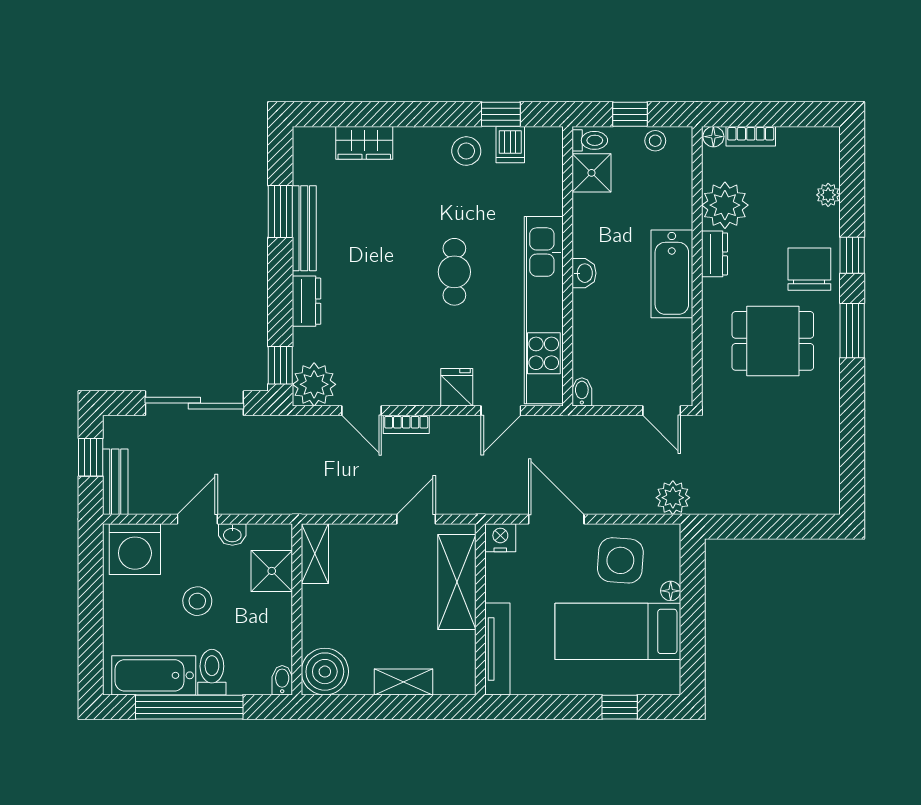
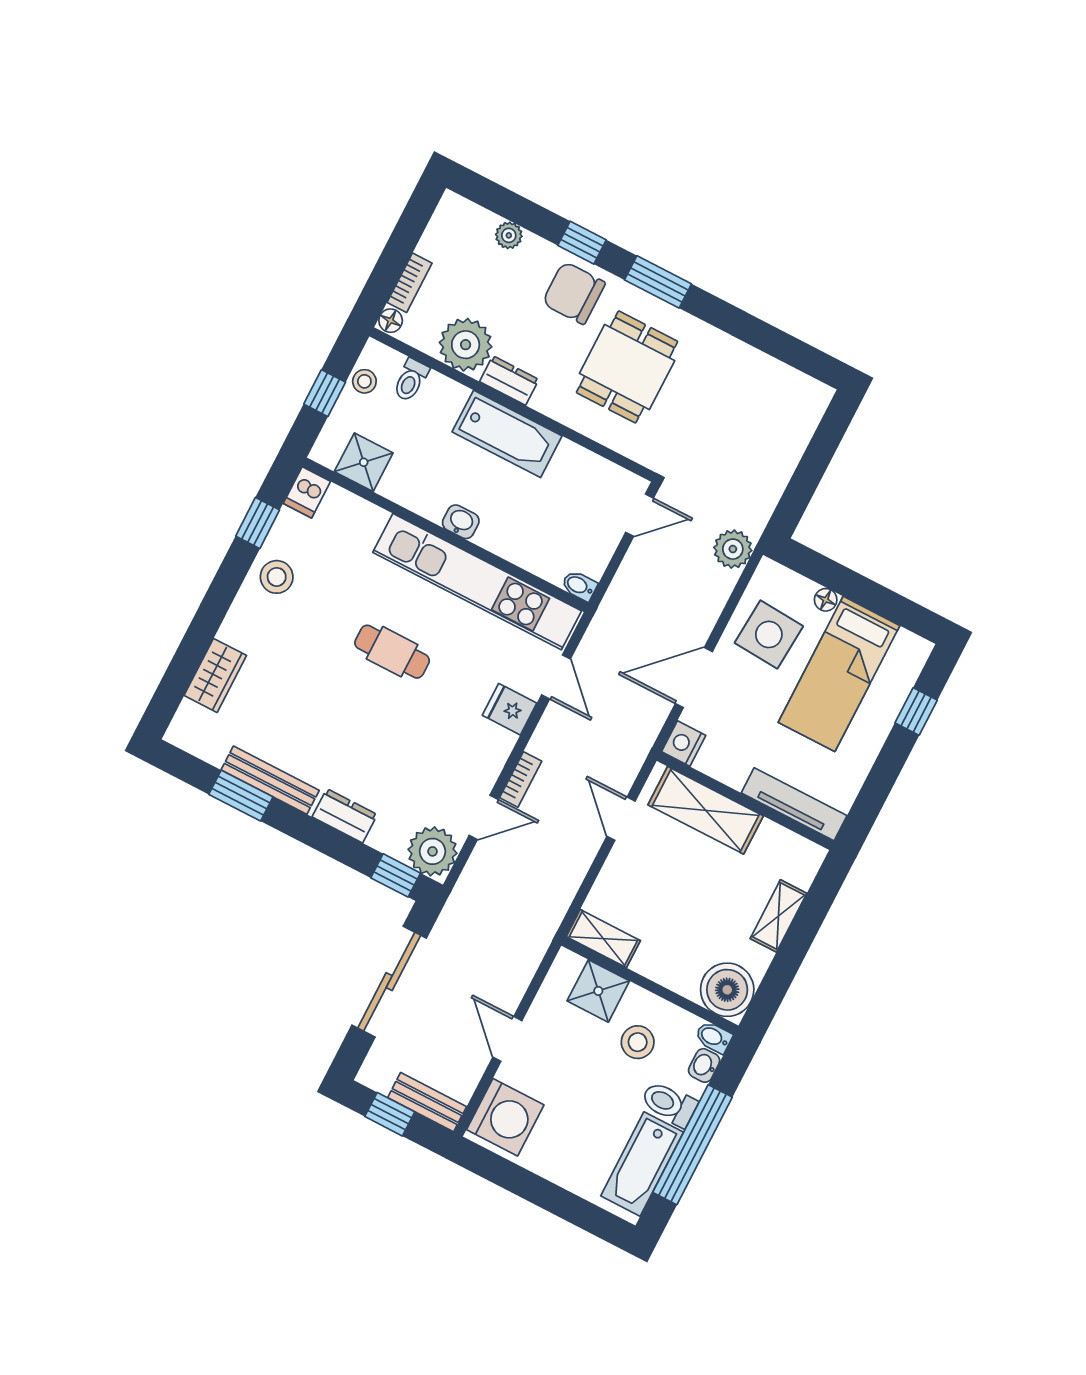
toilet: (590, 140) -> (411, 380), moved, turned 180
dishwasher: (510, 145) -> (307, 492), moved, turned 90
washbasin: (232, 535) -> (704, 1065), moved, turned 180
stool: (197, 601) -> (638, 1042), moved

